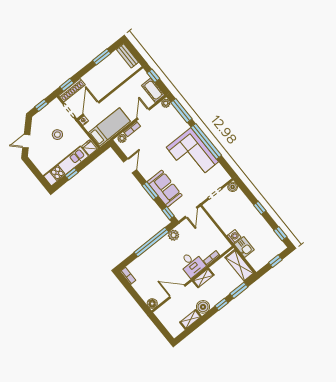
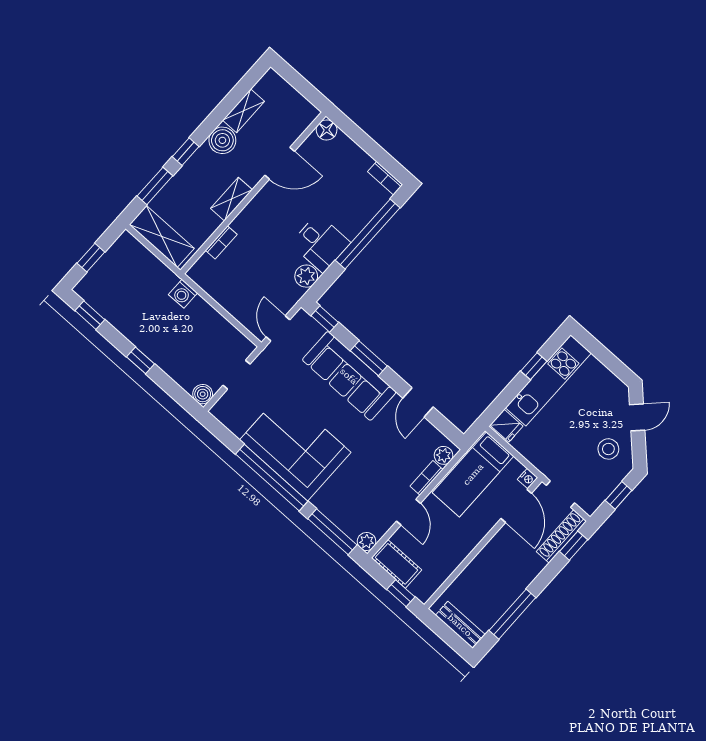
window: (102, 57) -> (512, 614), width x1.44
stool: (57, 135) -> (608, 449), moved
sofa: (165, 189) -> (349, 376), width x1.36
window: (151, 242) -> (368, 234), moved
kitchen sink: (244, 247) -> (159, 276), removed
desk: (192, 264) -> (320, 243), moved, turned 180

